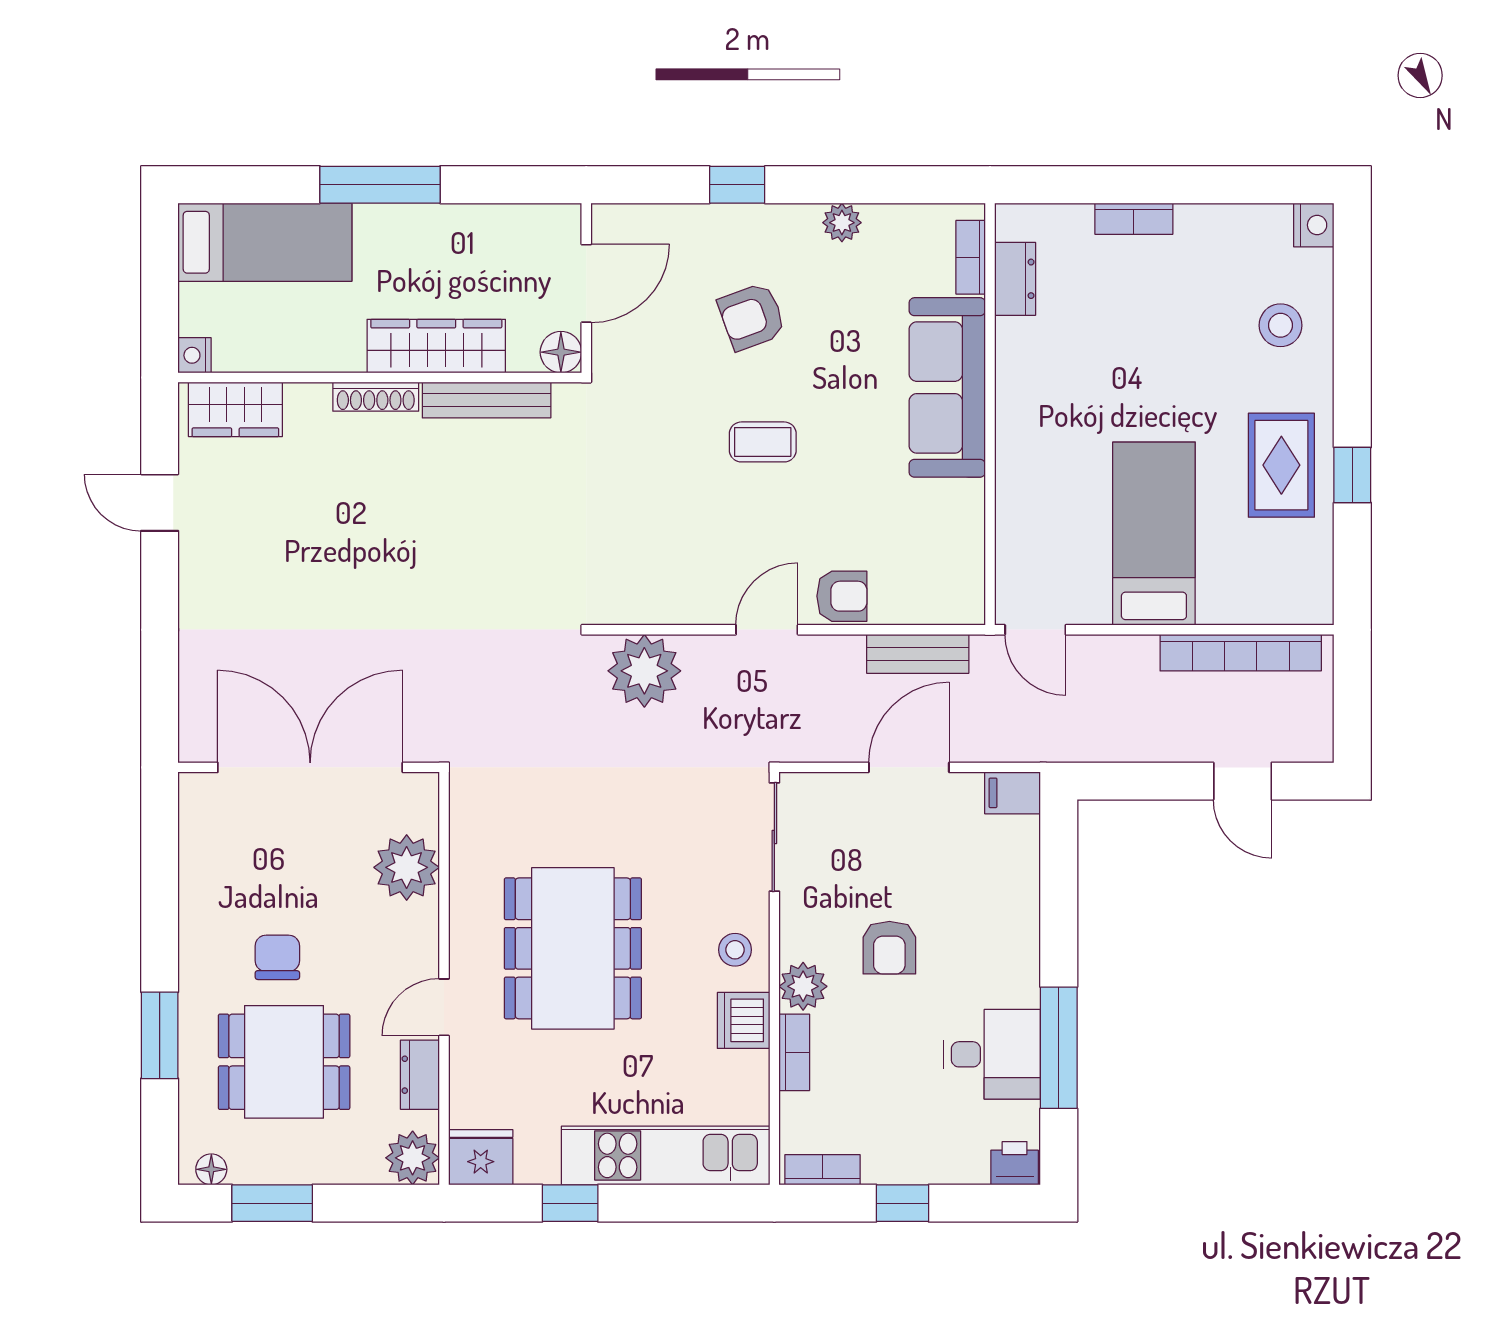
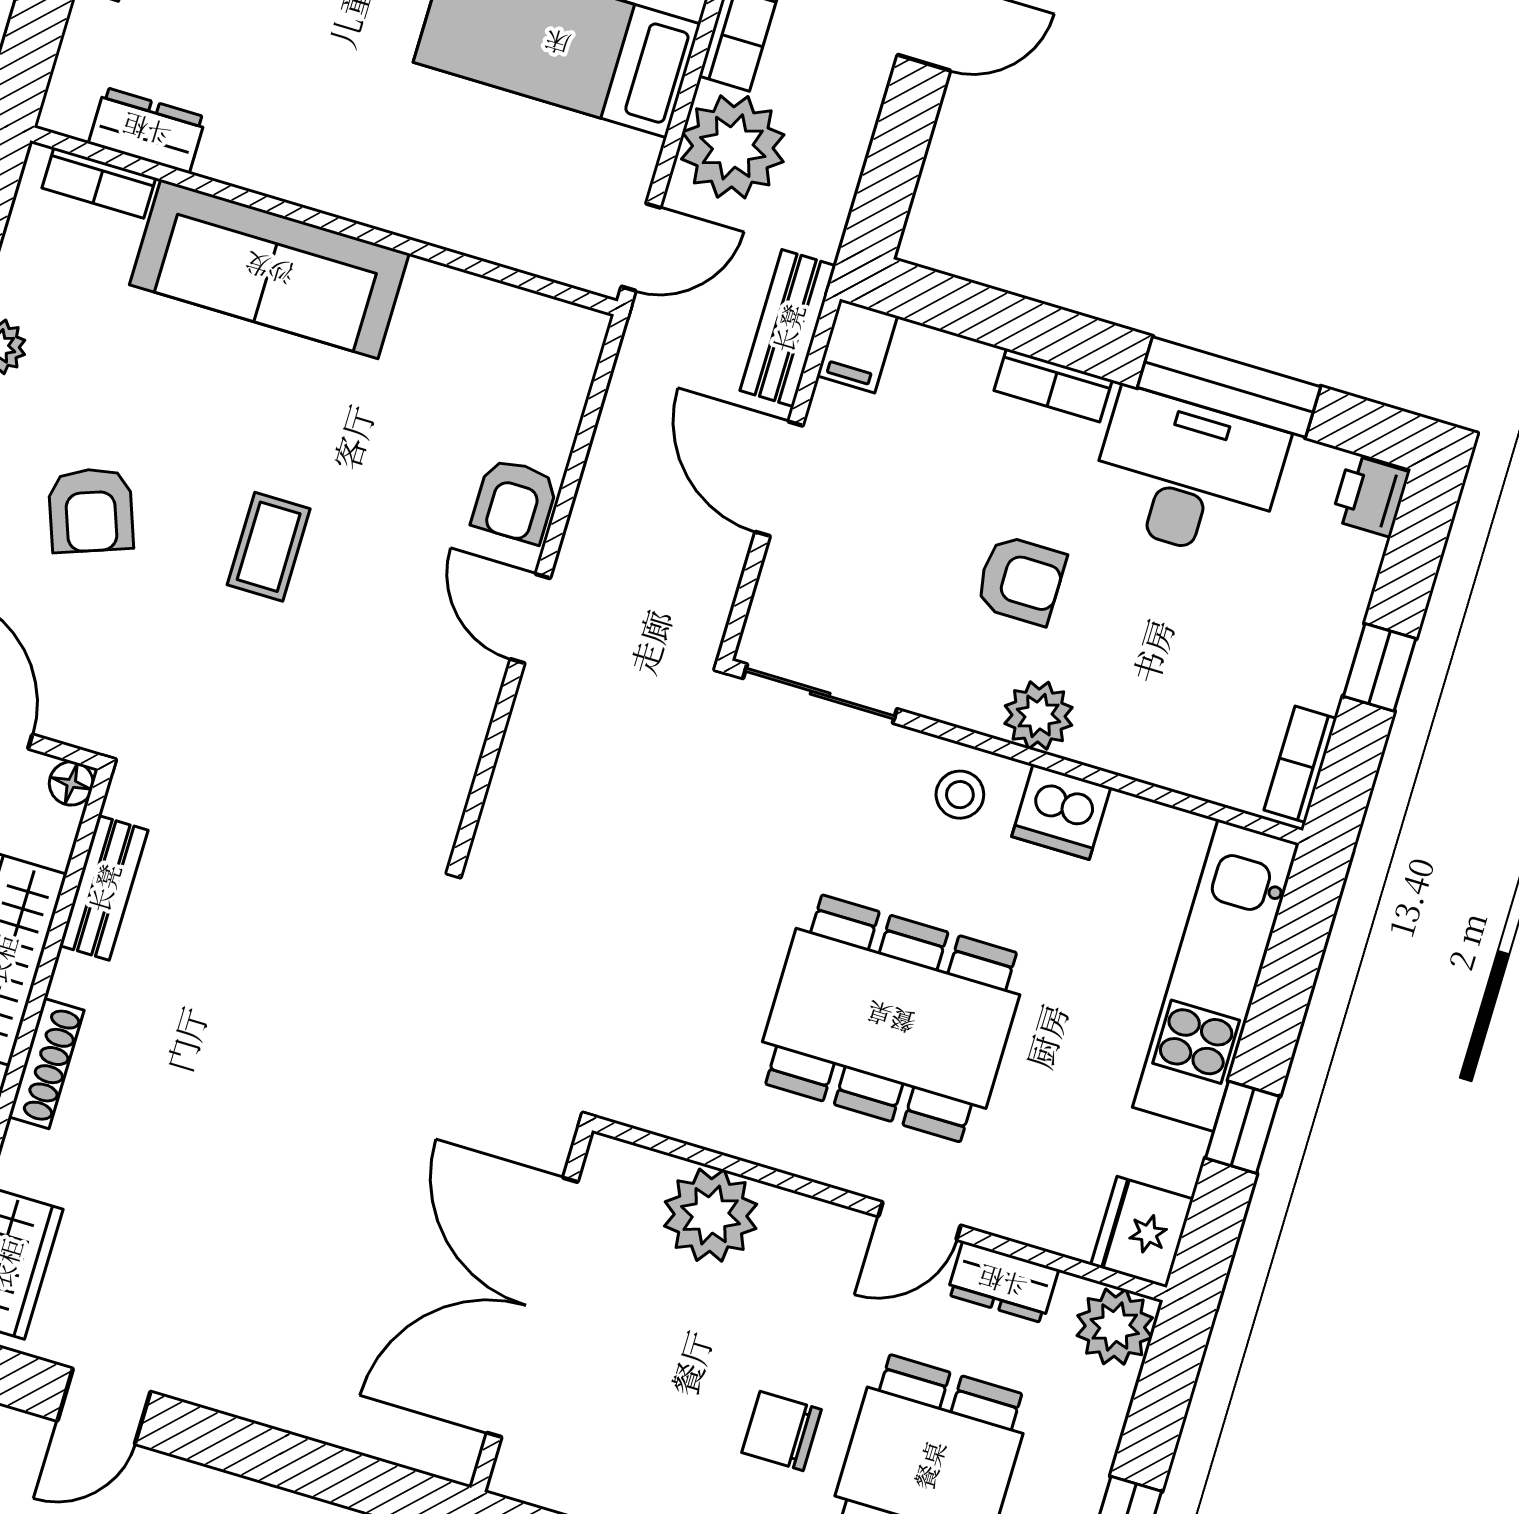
floor lamp: (561, 352) -> (71, 783), width x0.73, depth x0.73
bench: (487, 400) -> (104, 888), width x0.73
armchair: (842, 596) -> (515, 501), turned 180
bench: (918, 654) -> (788, 328), moved
plant: (644, 671) -> (733, 147), moved
door: (444, 1007) -> (919, 1221), hinge flipped
bookcase: (794, 1052) -> (1053, 385), moved, turned 180
desk: (992, 1054) -> (1187, 475), width x1.37

